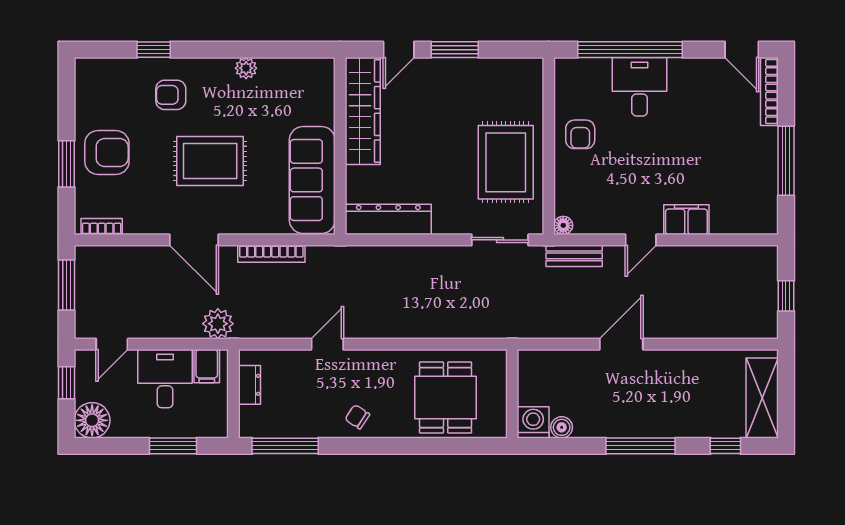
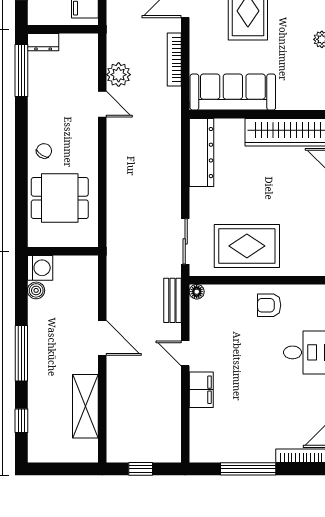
plant: (218, 324) -> (119, 75), moved
dresser: (250, 385) -> (43, 42), moved
shelving: (762, 398) -> (85, 406), moved, turned 90
chair: (357, 417) -> (44, 151), moved

